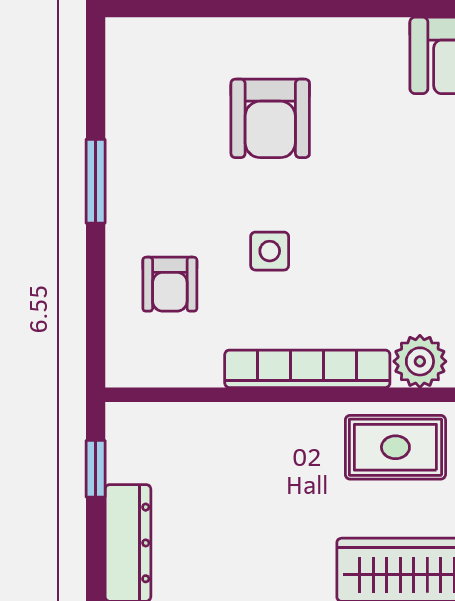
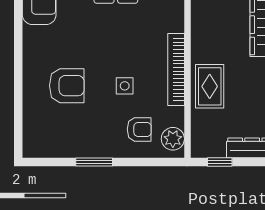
plant: (420, 361) -> (173, 139), moved
rug: (395, 447) -> (210, 86), moved

